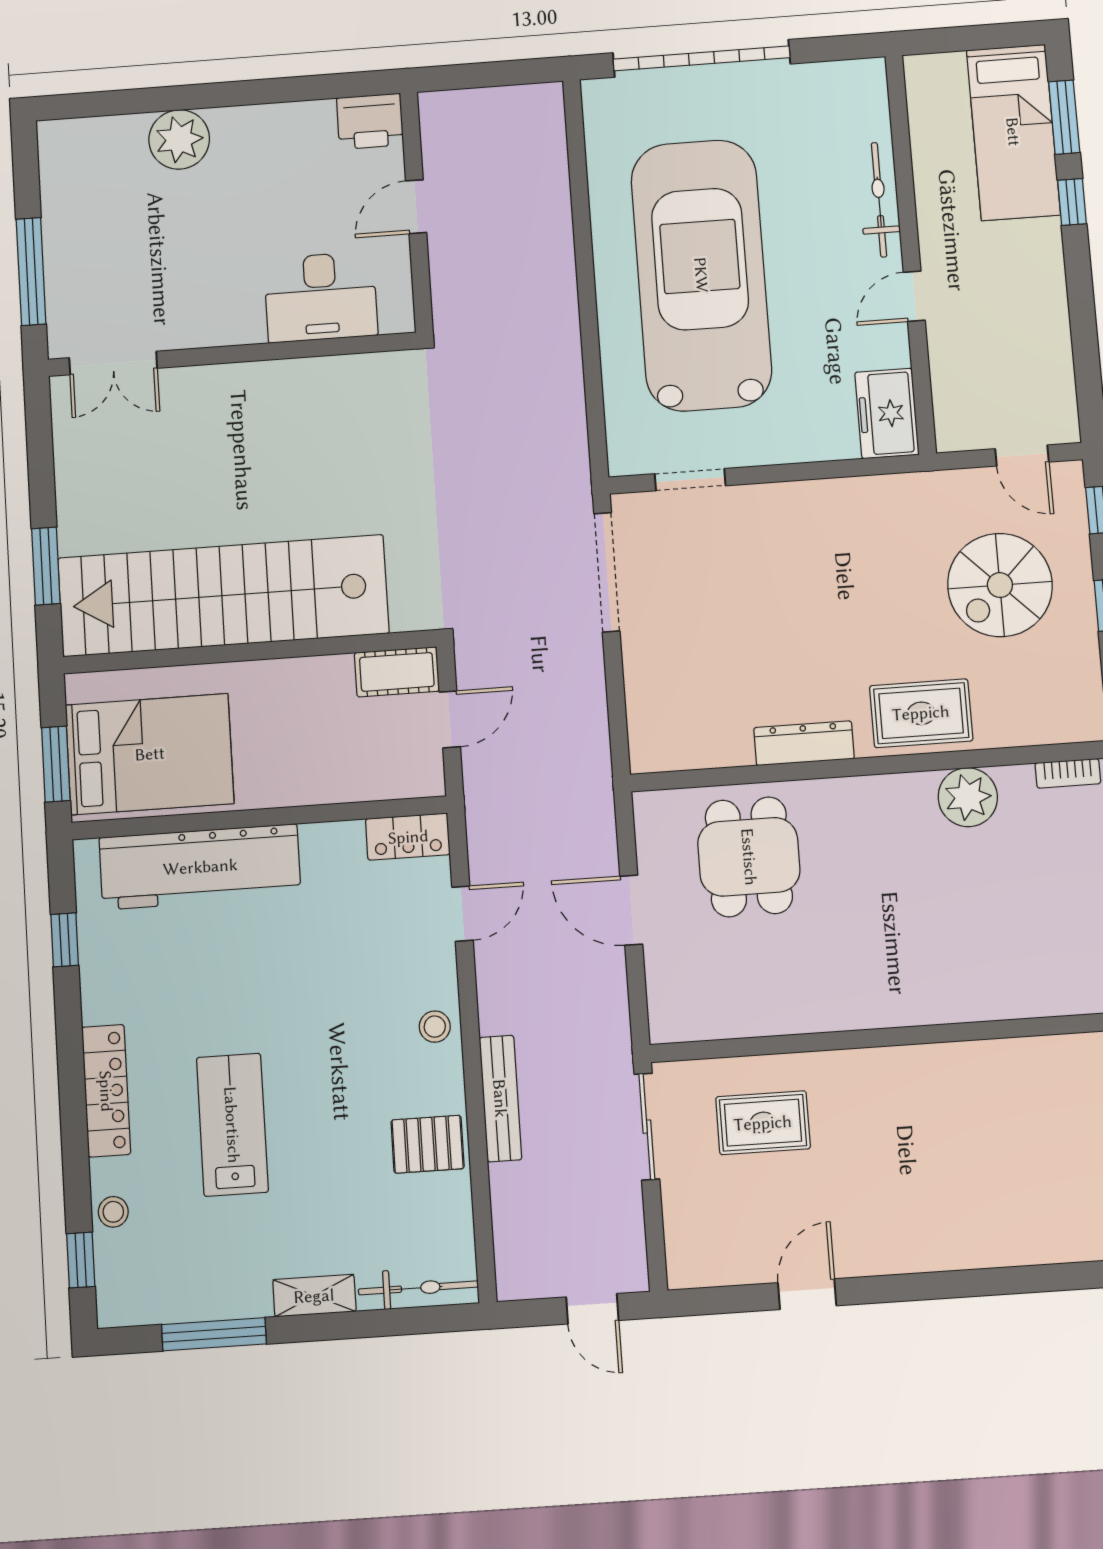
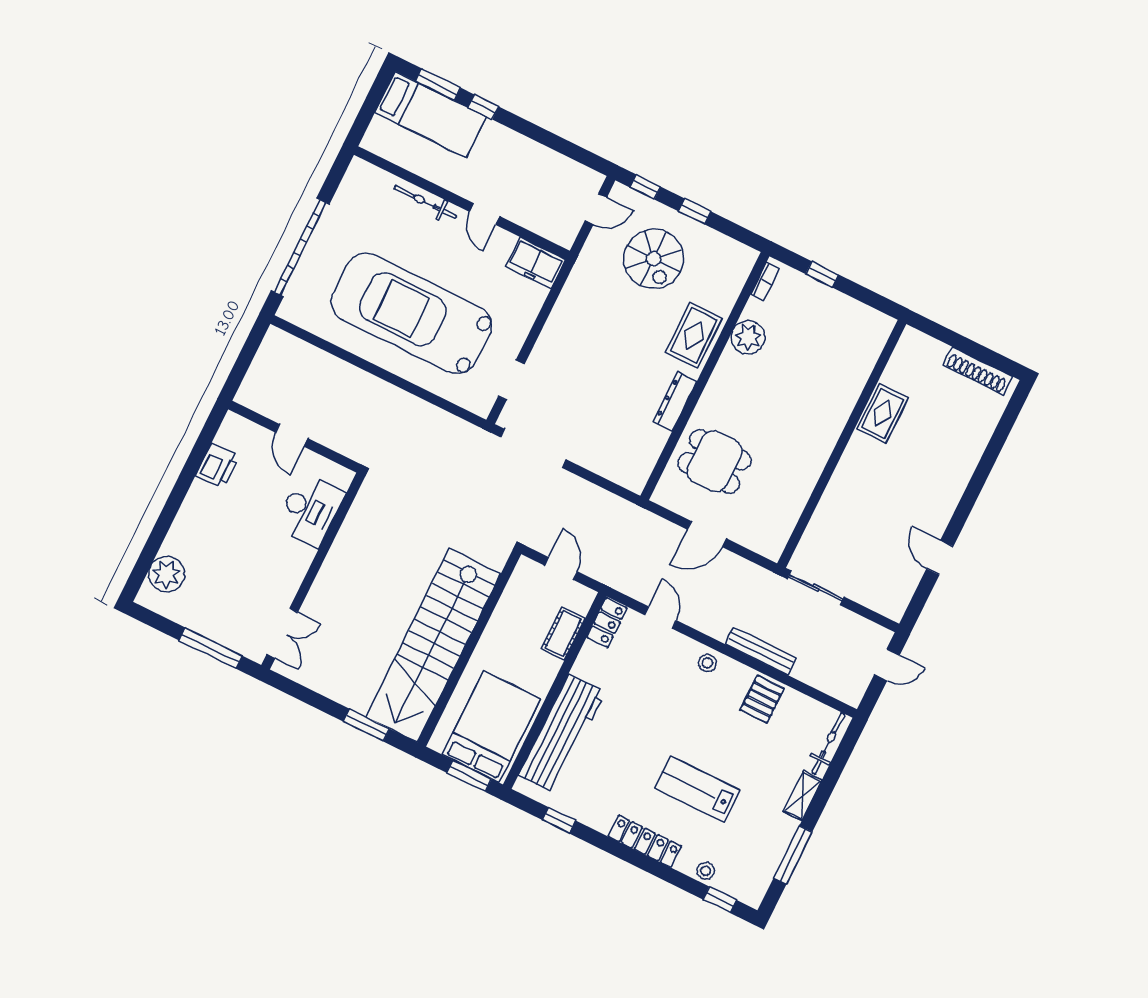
printer: (370, 121) -> (217, 466), moved
plant: (179, 139) -> (166, 574), moved
cot: (397, 672) -> (563, 634), moved
rug: (763, 1123) -> (883, 413), moved

